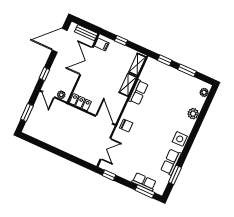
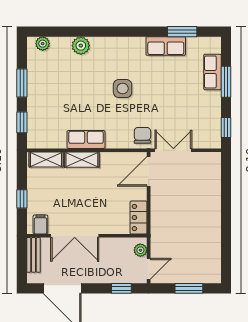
side table: (180, 139) -> (123, 89), moved
double door: (105, 149) -> (173, 150), moved
window: (145, 191) -> (226, 82), moved

